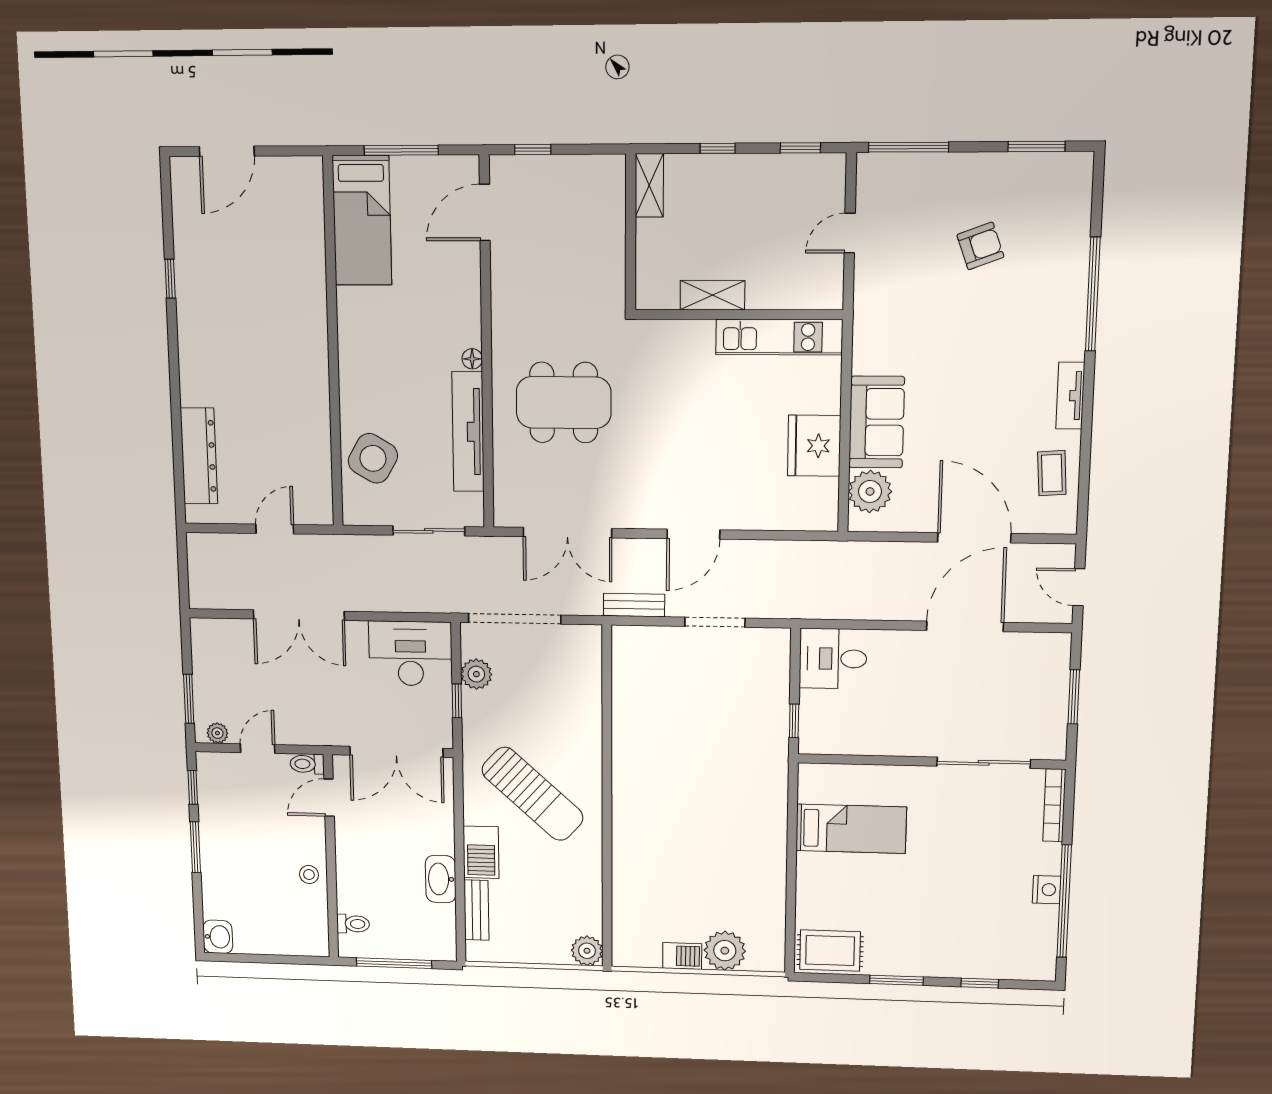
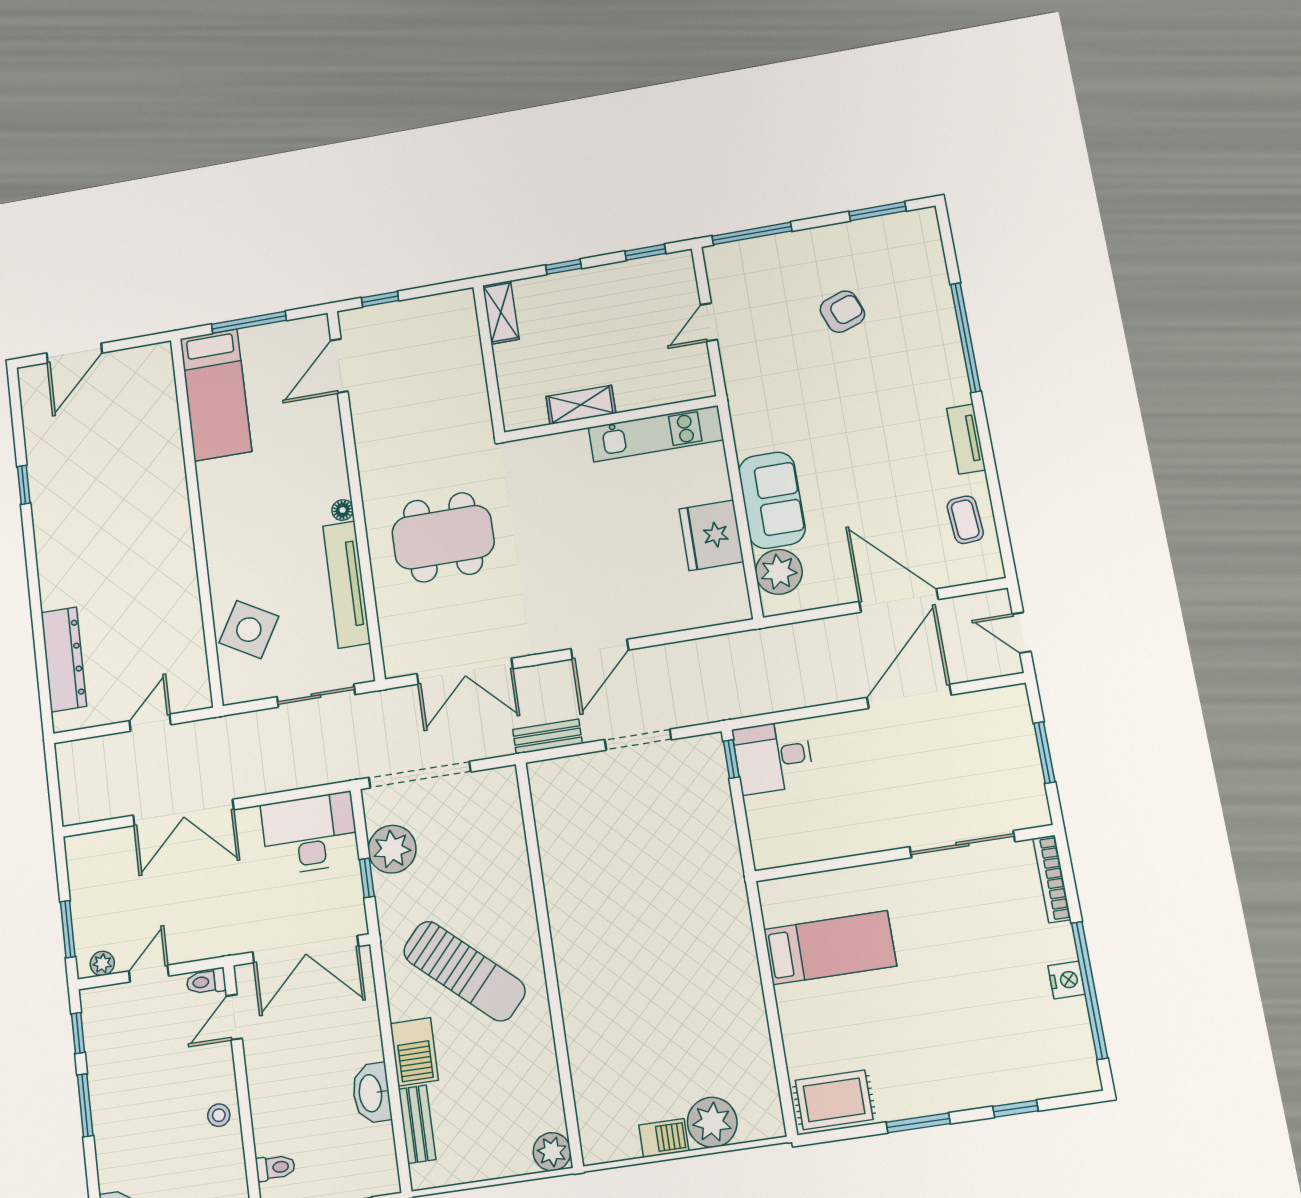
plant: (476, 674) -> (392, 849), width x1.36, depth x1.36
window: (794, 721) -> (731, 759), moved

